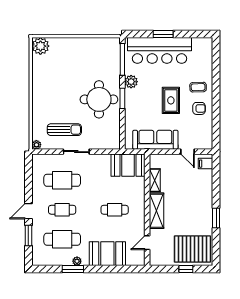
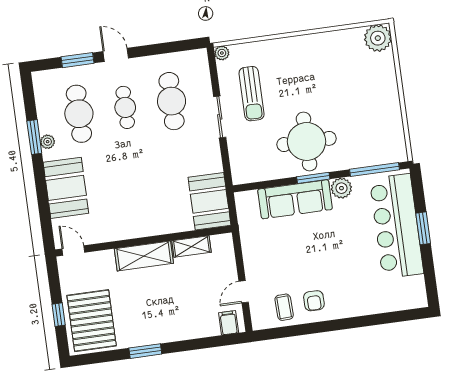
coffee table: (198, 87) -> (284, 307), moved
rug: (171, 100) -> (320, 255), removed
sofa: (155, 140) -> (295, 199), moved, turned 90
cafe table: (115, 210) -> (137, 190), removed
door: (147, 243) -> (73, 251), moved

